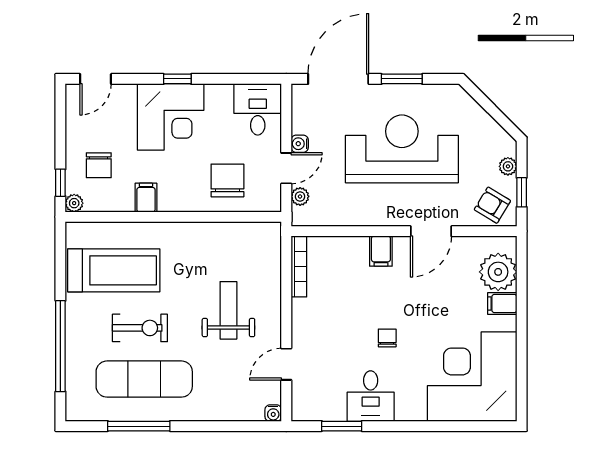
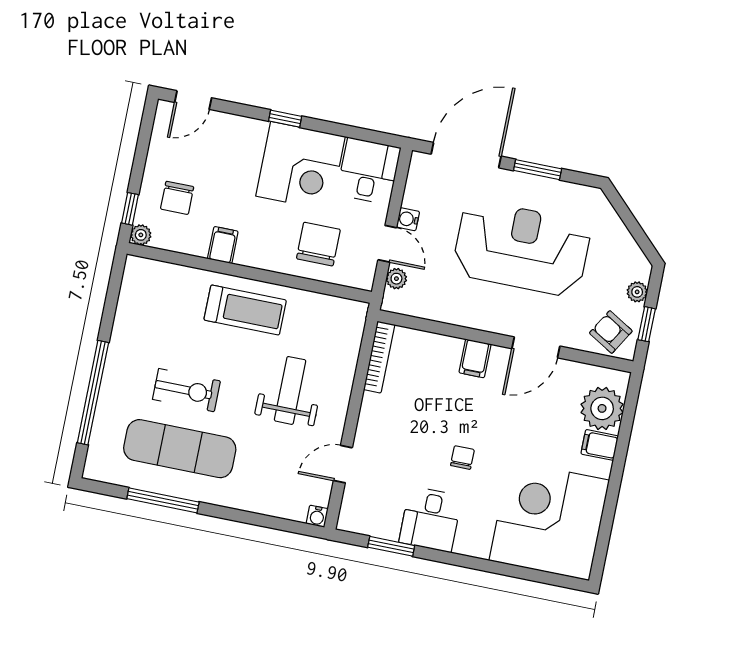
corner desk: (171, 117) -> (301, 166), moved
door: (286, 168) -> (387, 244), hinge flipped
treadmill: (114, 270) -> (245, 310), moved, width x0.73, depth x0.73

